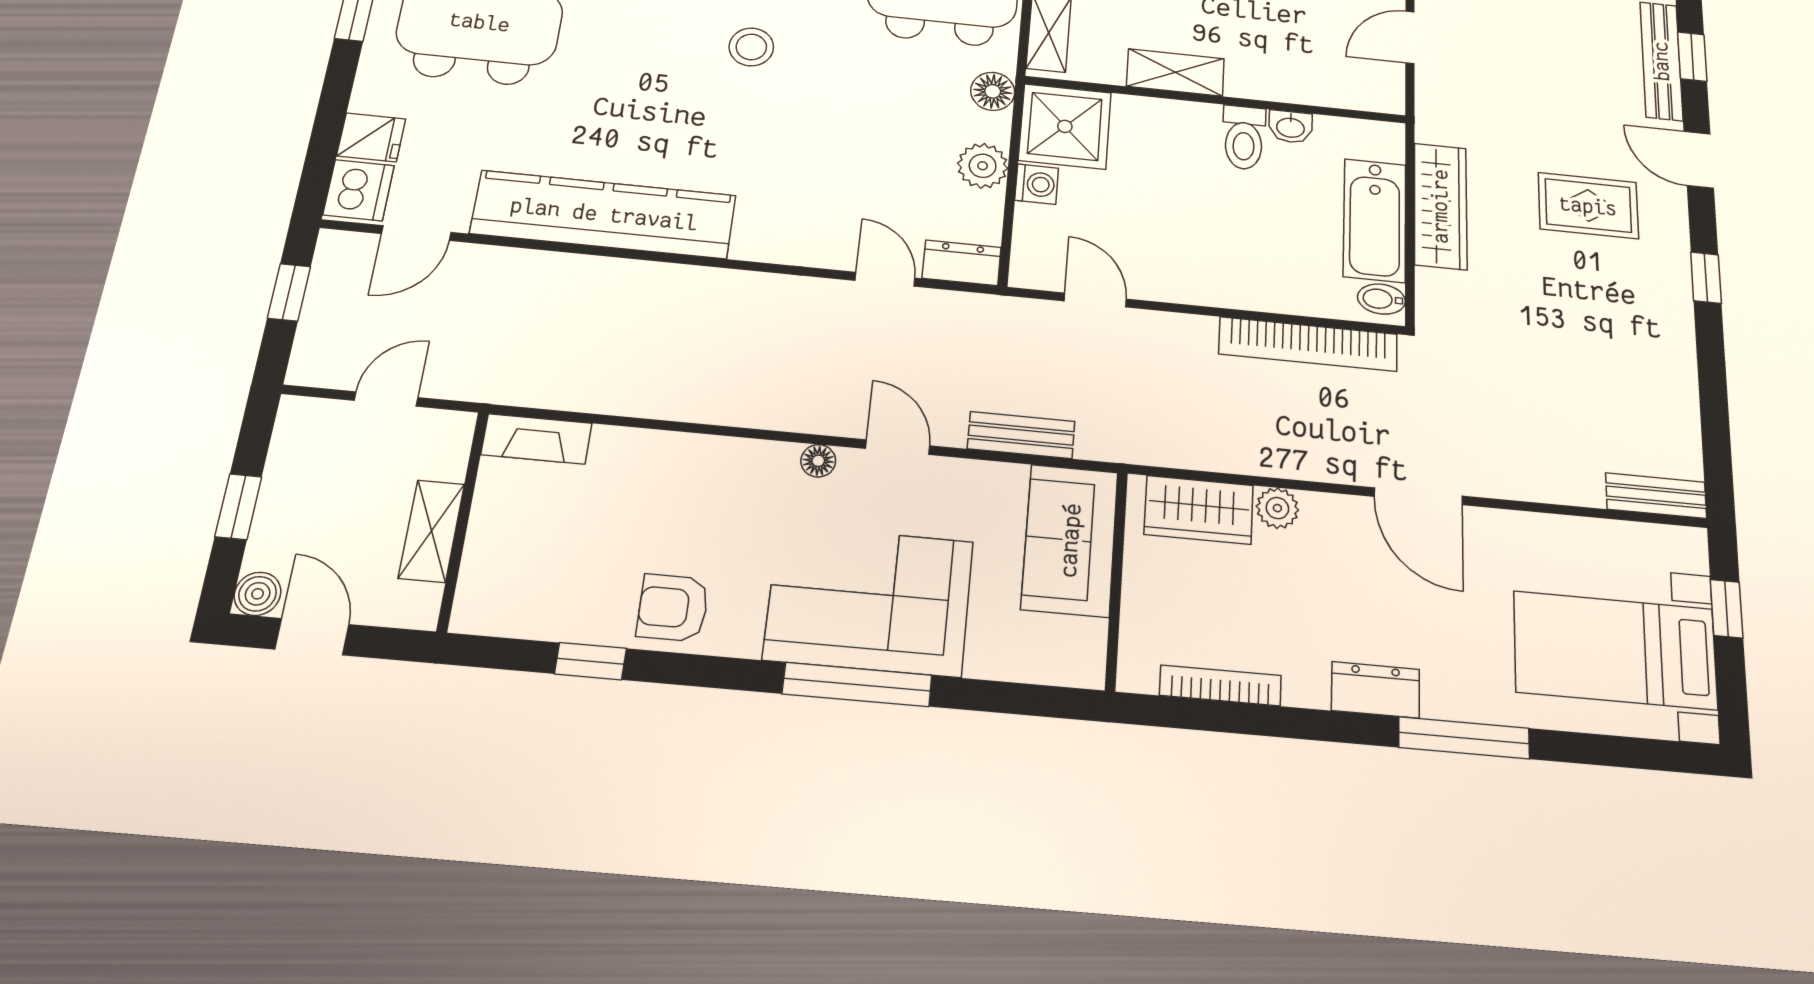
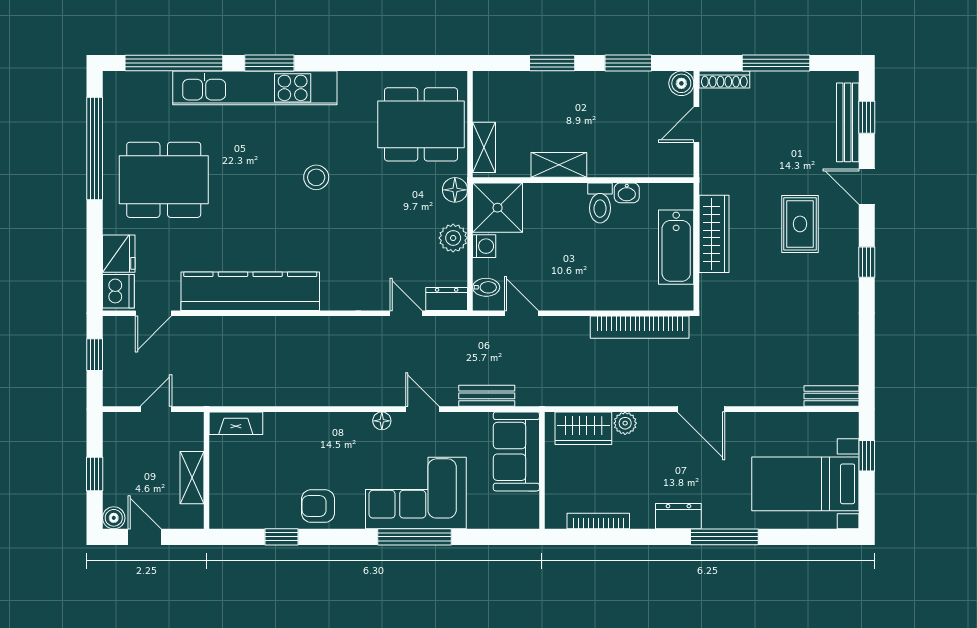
fridge: (371, 137) -> (119, 254), width x1.38
rug: (1588, 206) -> (800, 224), turned 90
bidet: (1381, 299) -> (486, 287), moved, turned 180

